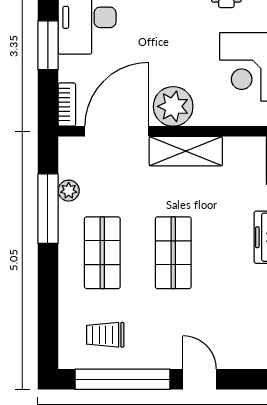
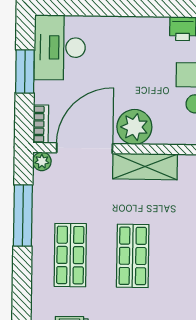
plant: (69, 191) -> (42, 161), moved

